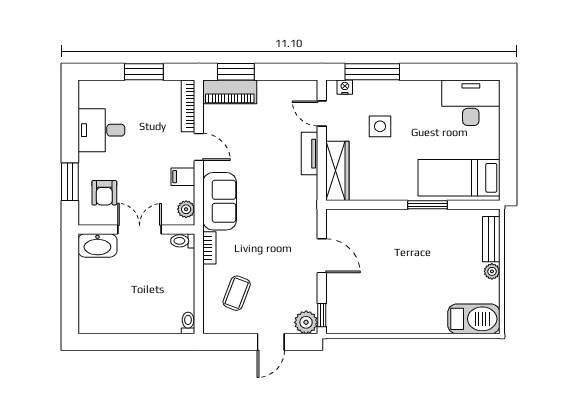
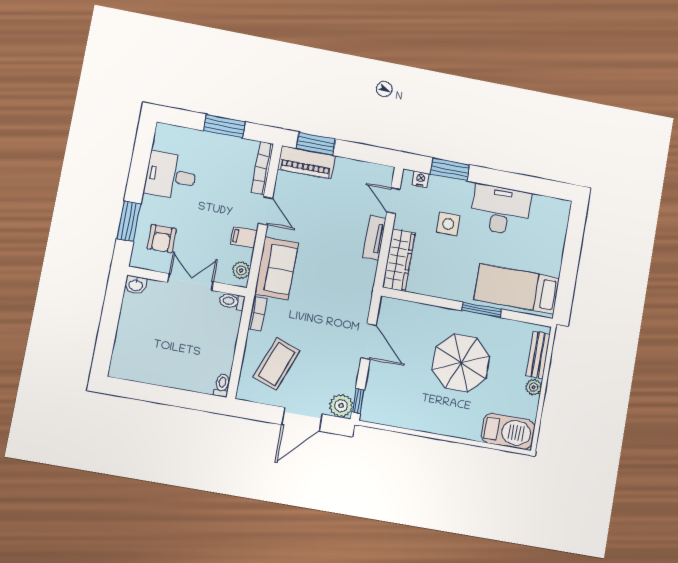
window: (372, 72) -> (450, 169), width x0.69
desk: (471, 103) -> (501, 210), moved
washbasin: (97, 245) -> (136, 285), width x0.52, depth x0.69
parasol: (416, 260) -> (461, 363), added
coffee table: (237, 293) -> (277, 364), width x1.36, depth x1.30
door: (271, 342) -> (302, 419), width x1.38

